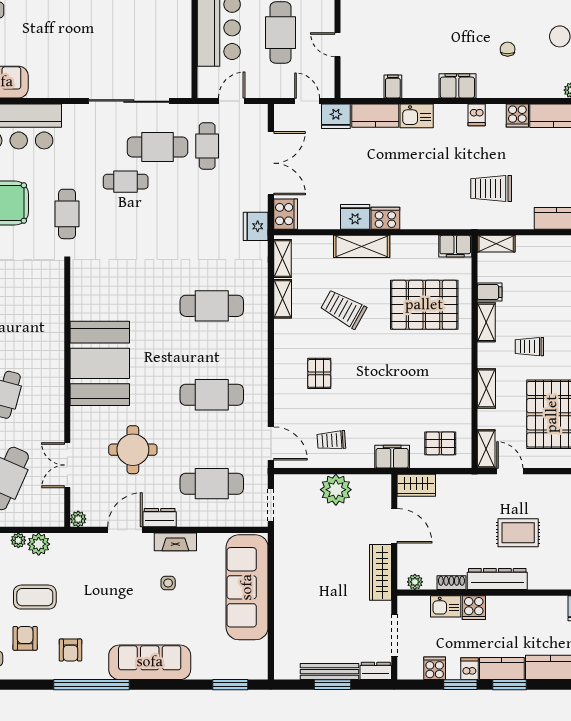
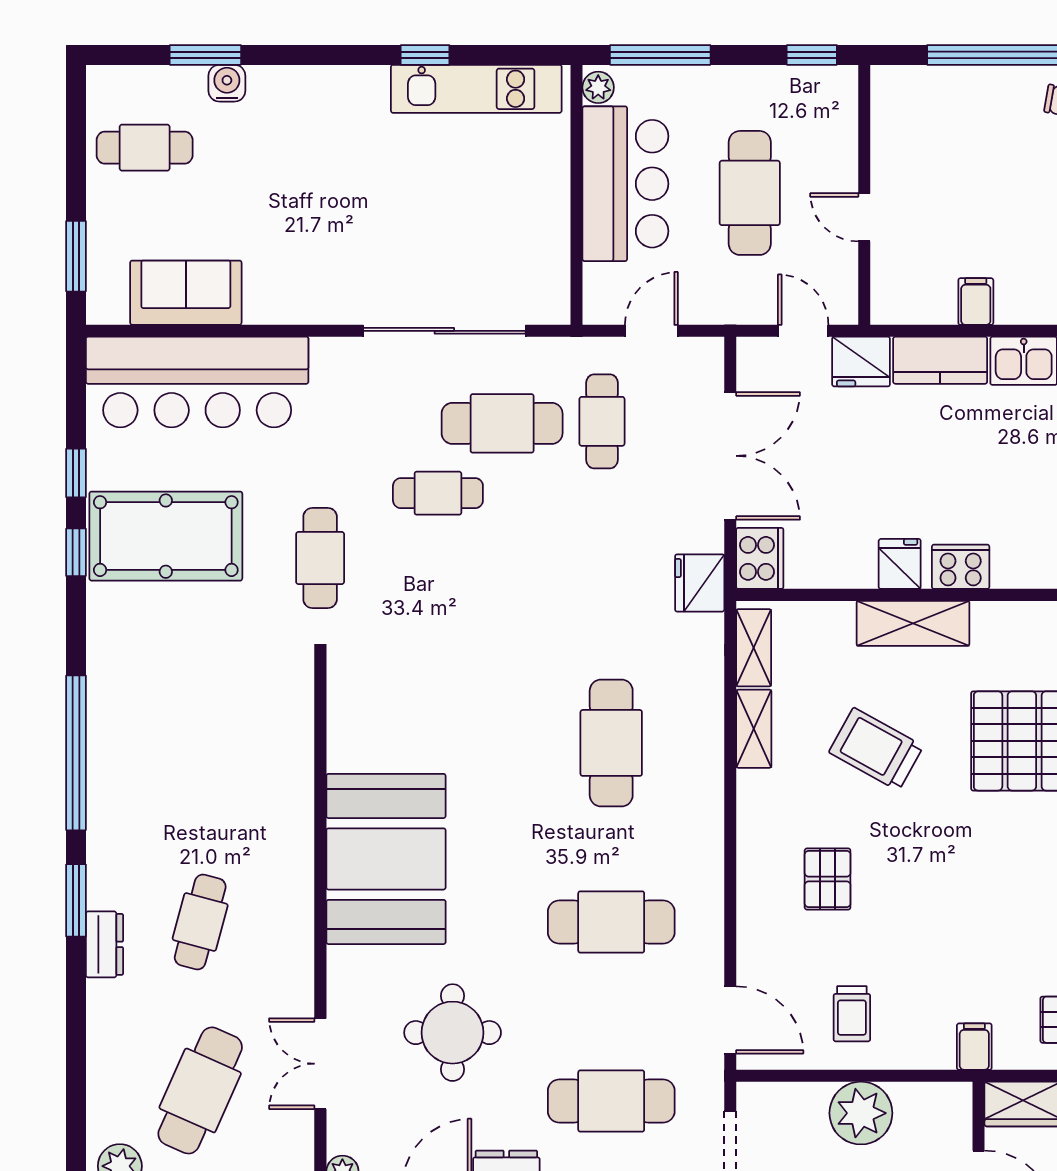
fridge: (355, 217) -> (900, 564), width x0.72
cafe table: (212, 306) -> (611, 743), turned 90
trolley: (331, 440) -> (852, 1014), turned -86
filing cabinet: (392, 457) -> (974, 1047), width x0.50

